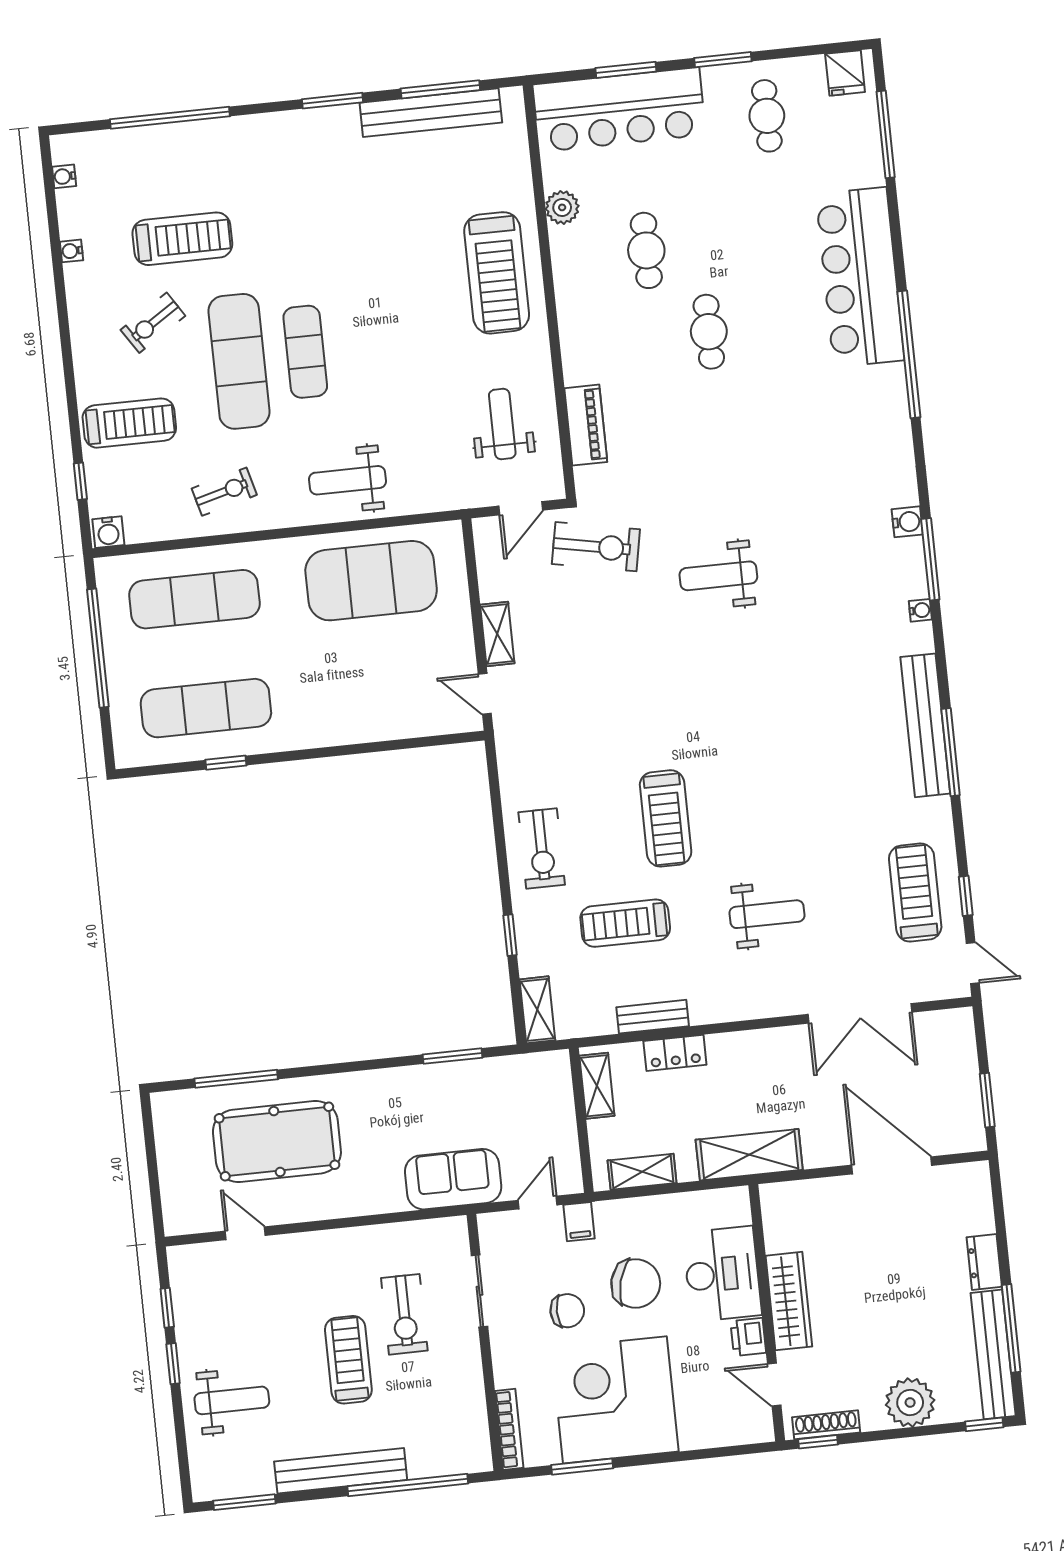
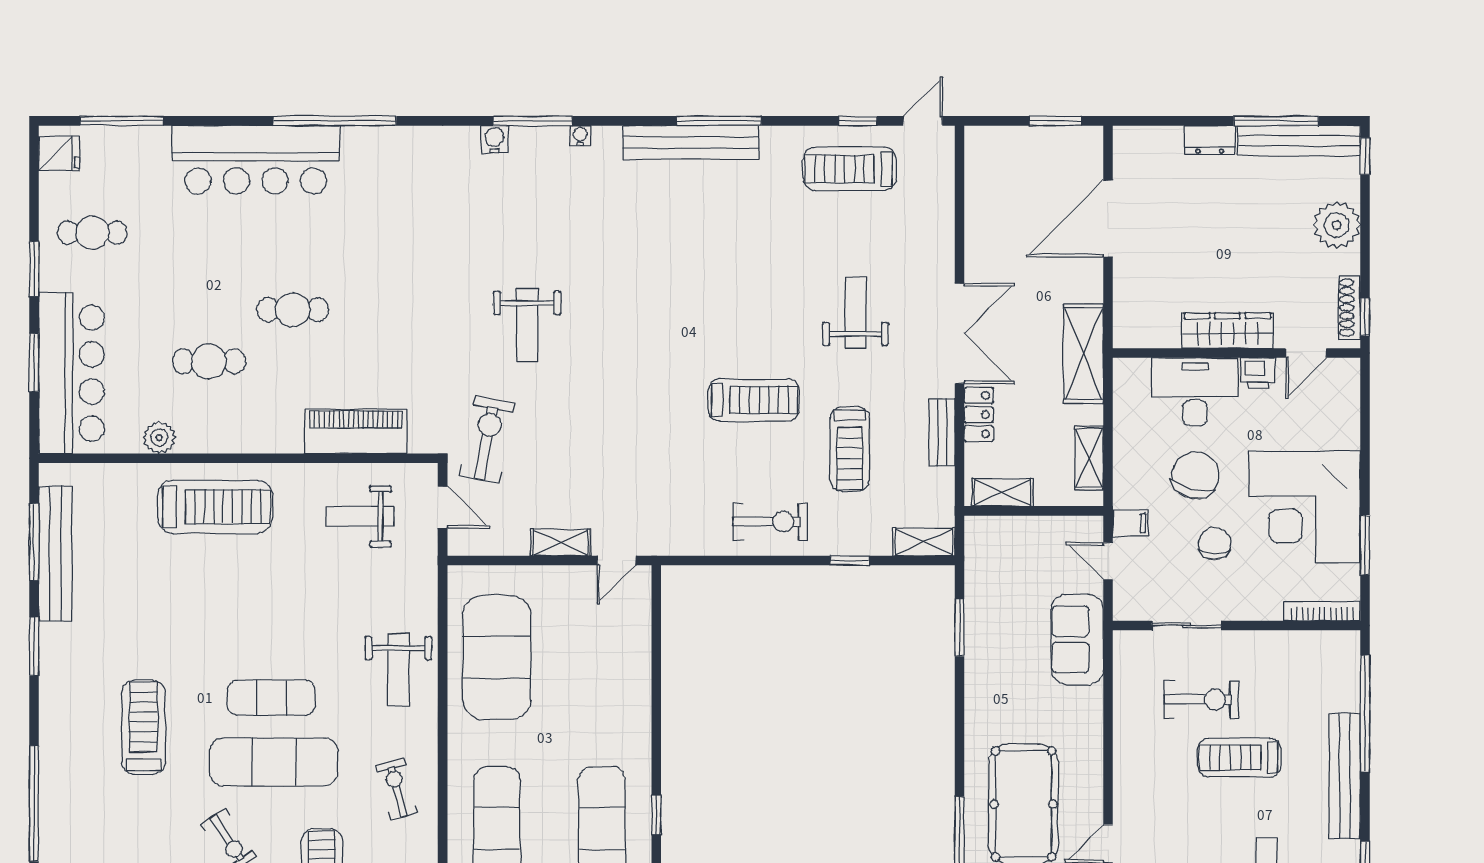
treadmill: (182, 239) -> (143, 727), moved
piano: (586, 425) -> (356, 431), width x1.37, depth x1.33
double door: (860, 1013) -> (960, 333), moved

